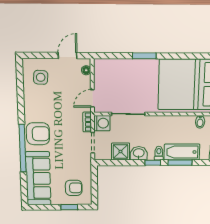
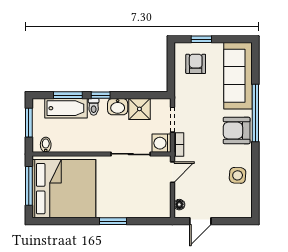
side table: (41, 77) -> (238, 175), moved
armchair: (74, 188) -> (196, 64), turned 90

